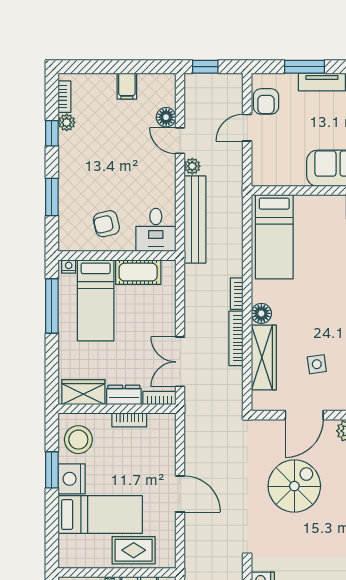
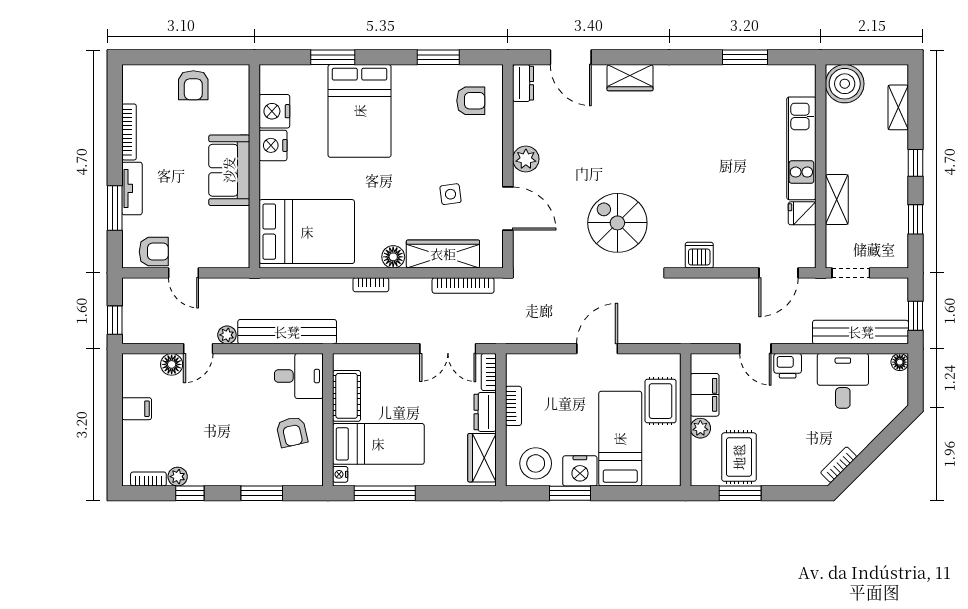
bed: (274, 237) -> (307, 232), width x1.50
bookcase: (236, 338) -> (463, 286), moved
spiral stairs: (294, 486) -> (617, 223), moved

